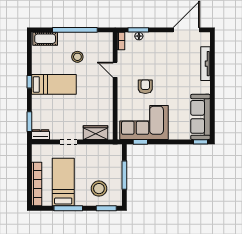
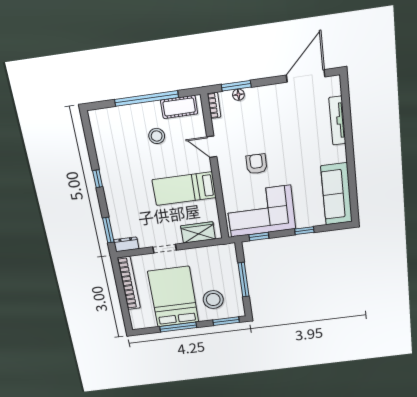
cot: (45, 39) -> (179, 107), moved
bed: (54, 84) -> (184, 189), moved, turned 180
window: (200, 142) -> (304, 231), moved
bed: (63, 182) -> (173, 297), width x1.50
bookcase: (37, 184) -> (129, 283), moved

